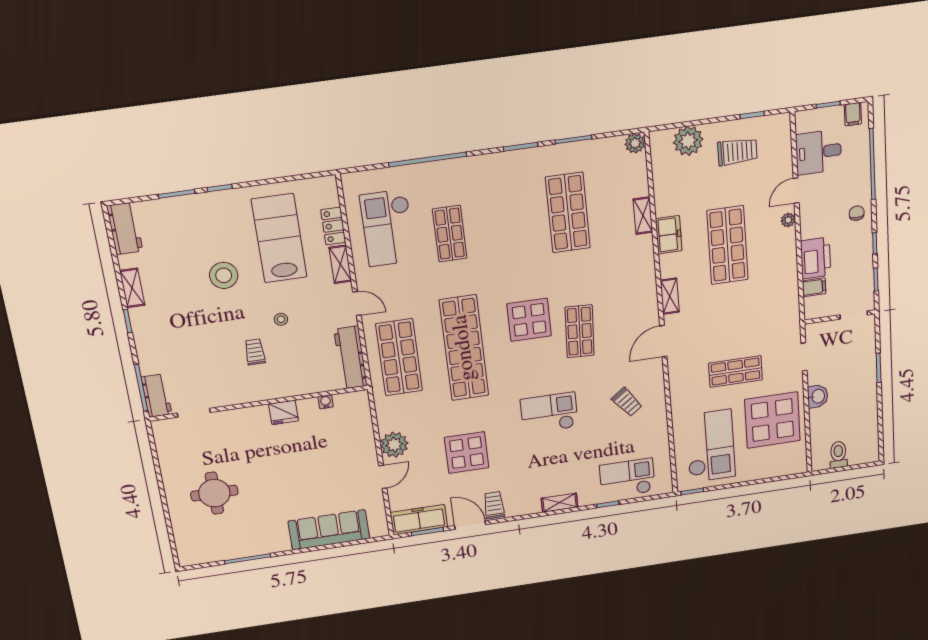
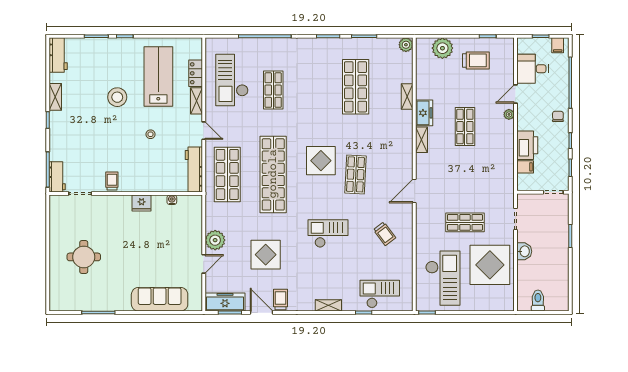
shop shelf: (727, 245) -> (465, 127), width x0.70, depth x0.74
shelving: (670, 296) -> (422, 140), moved
trolley: (255, 352) -> (112, 181), moved

